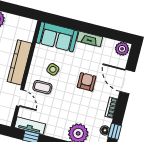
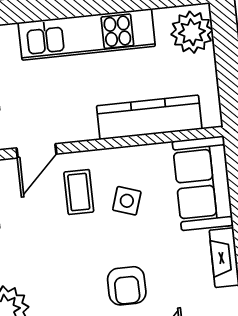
kitchen counter: (20, 62) -> (149, 117), moved
armchair: (87, 82) -> (127, 286), turned 90

